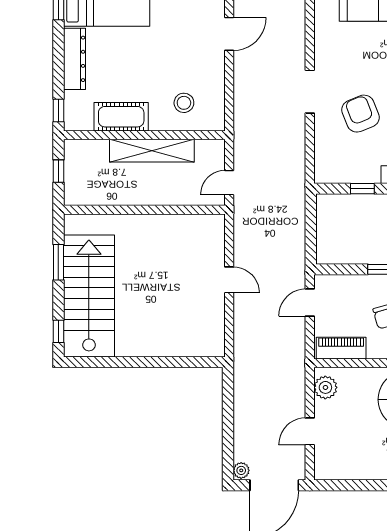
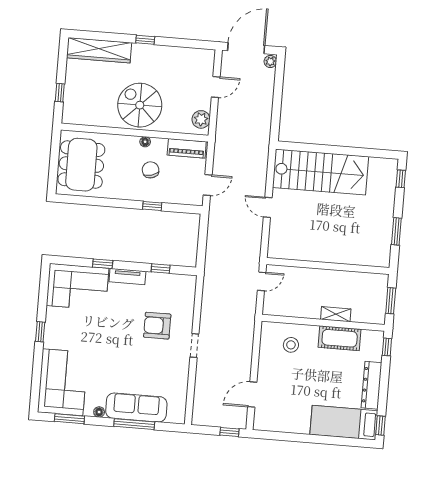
doorway: (310, 92) -> (194, 346), width x0.73
armchair: (361, 114) -> (157, 326), turned 112
shelving: (152, 151) -> (336, 314), width x0.45, depth x0.75
window: (58, 171) -> (391, 301), width x1.50
stairs: (89, 296) -> (321, 172), moved, turned -90

